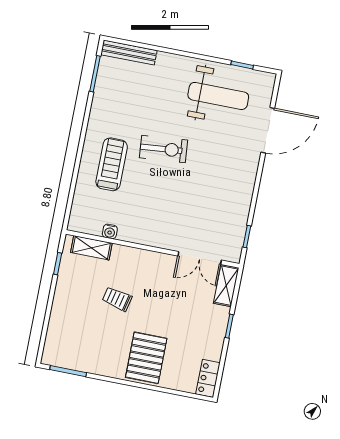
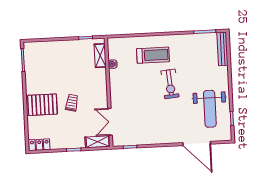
trolley: (117, 299) -> (72, 103), moved

